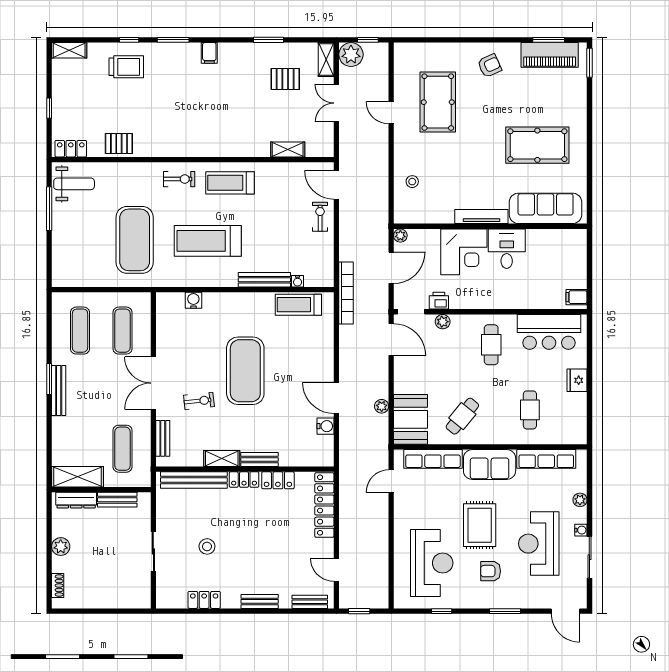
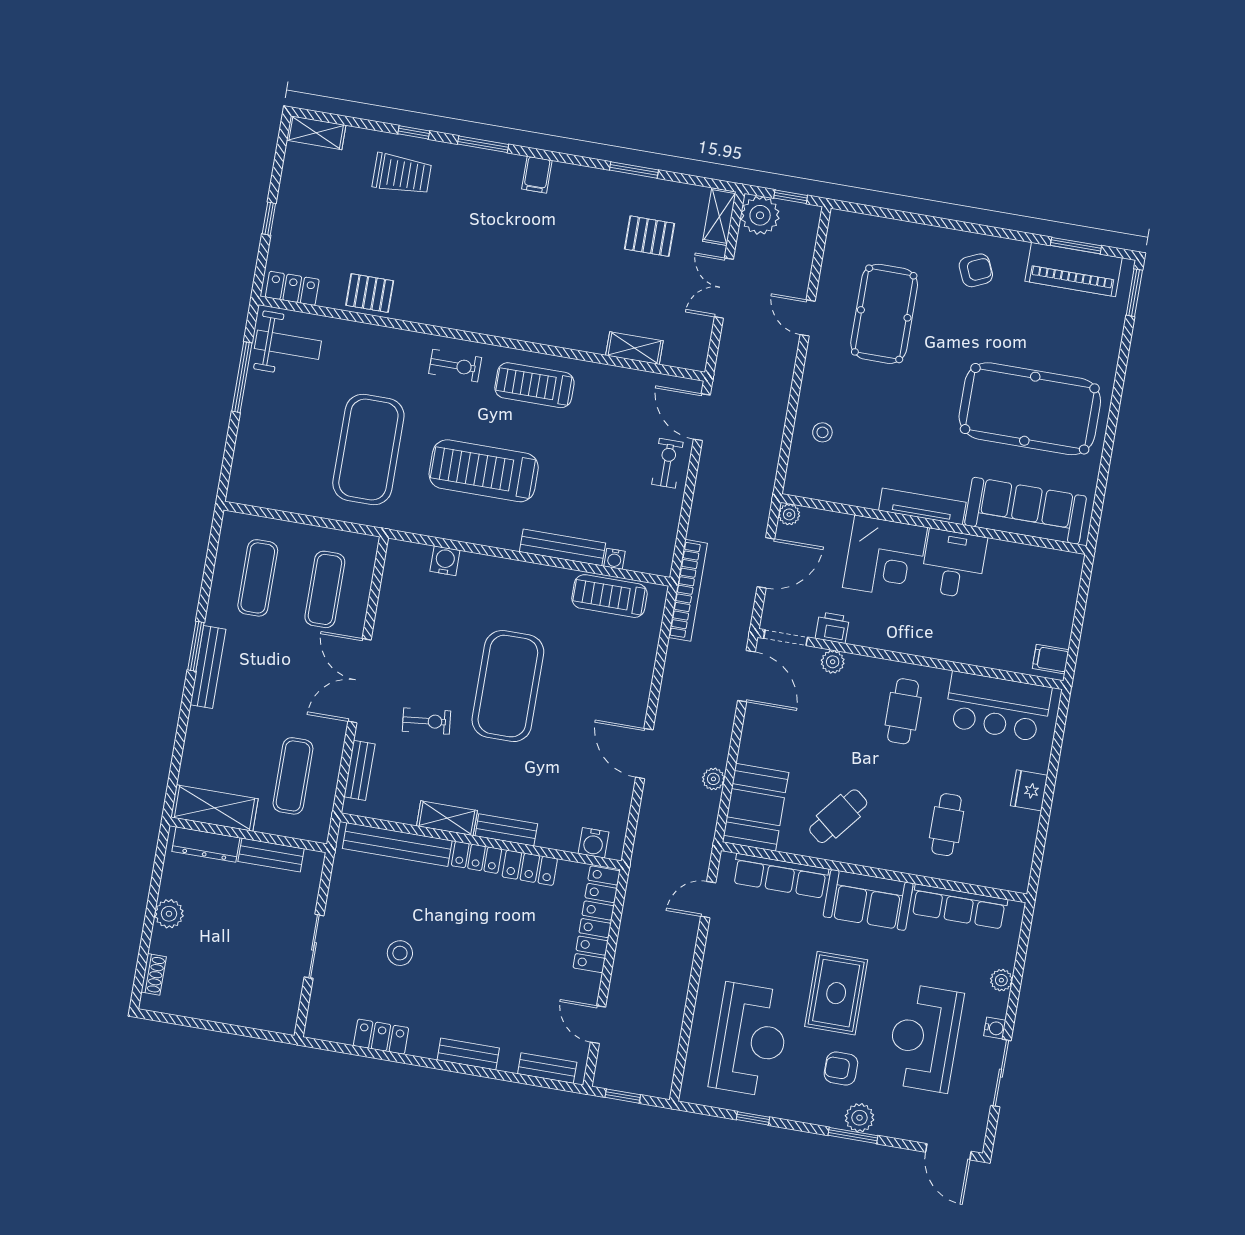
pool table: (537, 145) -> (1030, 409), width x1.36, depth x1.32
water cooler: (325, 426) -> (593, 843), moved, turned 90
plant: (507, 599) -> (860, 1118), added

